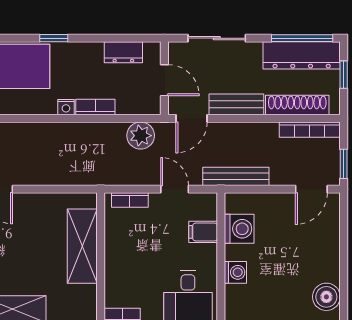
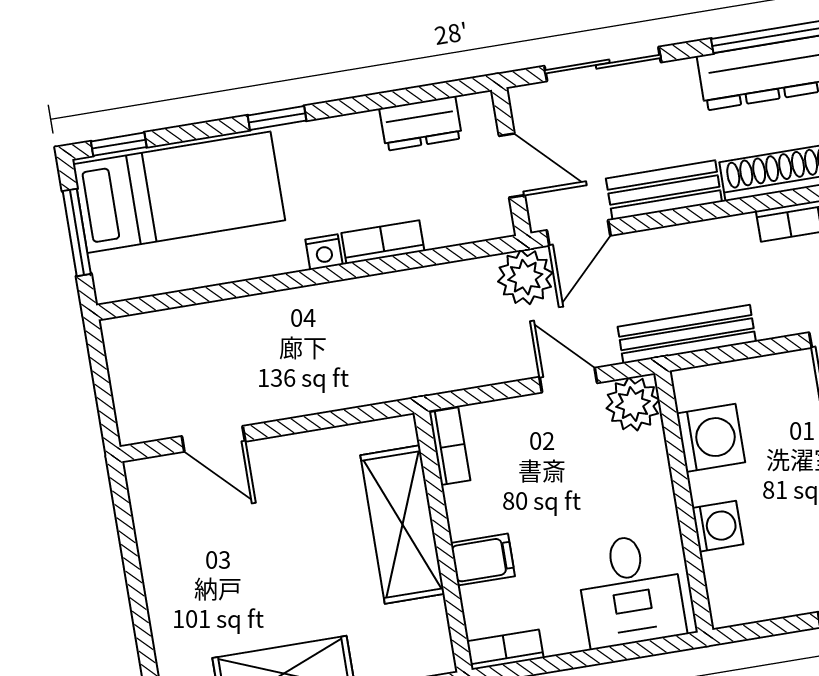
plant: (141, 136) -> (525, 277), moved
bookcase: (130, 200) -> (450, 446), moved, turned -90
plant: (204, 206) -> (633, 404), added
filing cabinet: (203, 232) -> (483, 560), moved, turned 180

